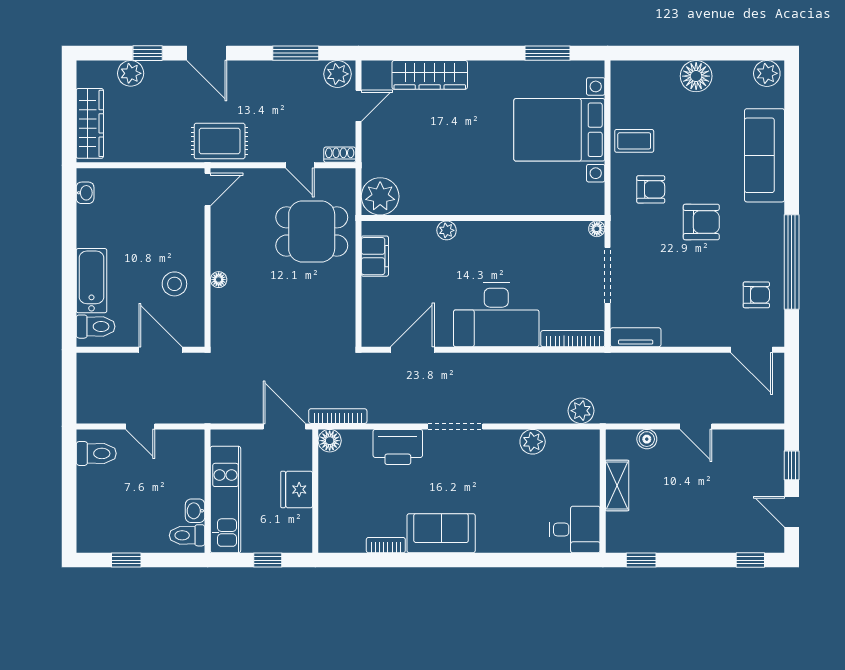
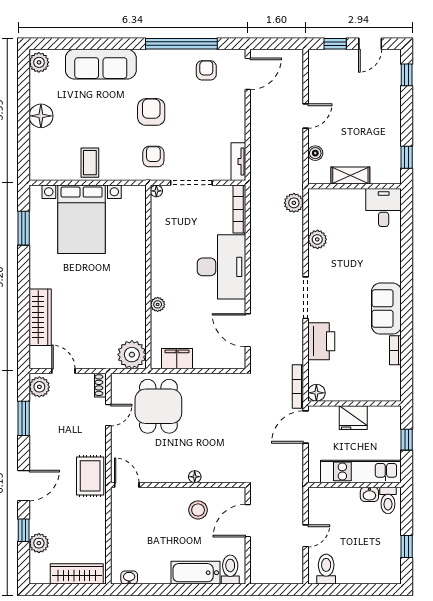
armchair: (651, 189) -> (153, 157), moved

